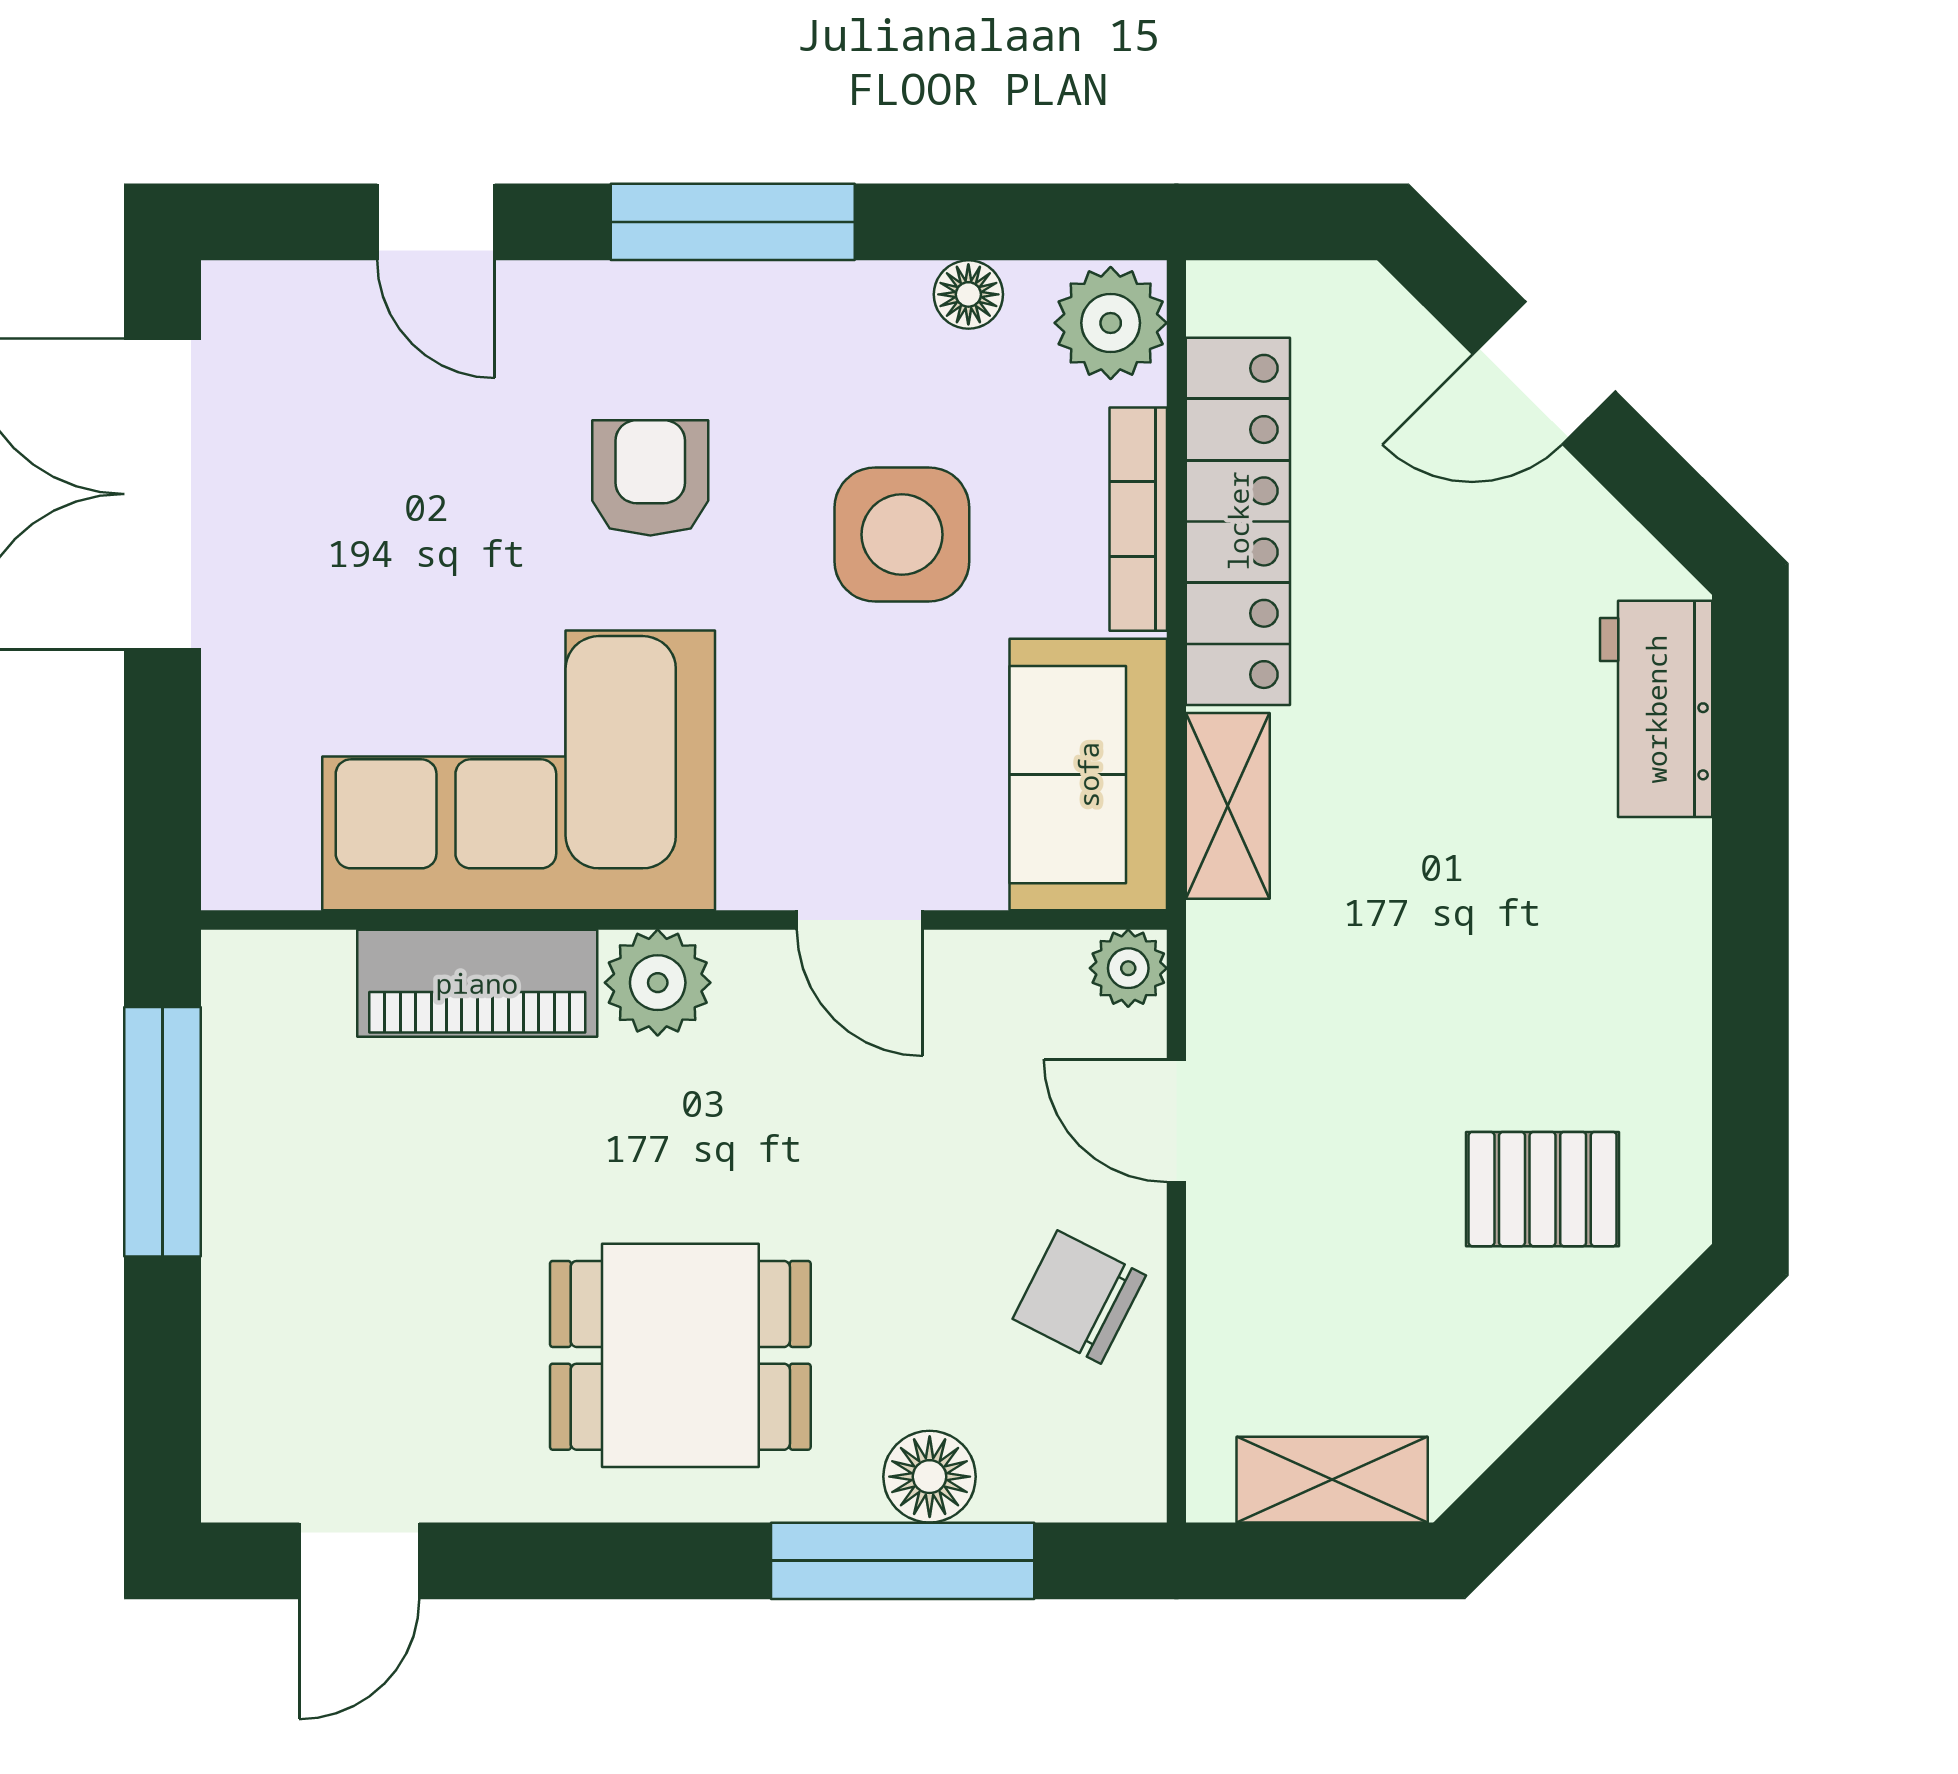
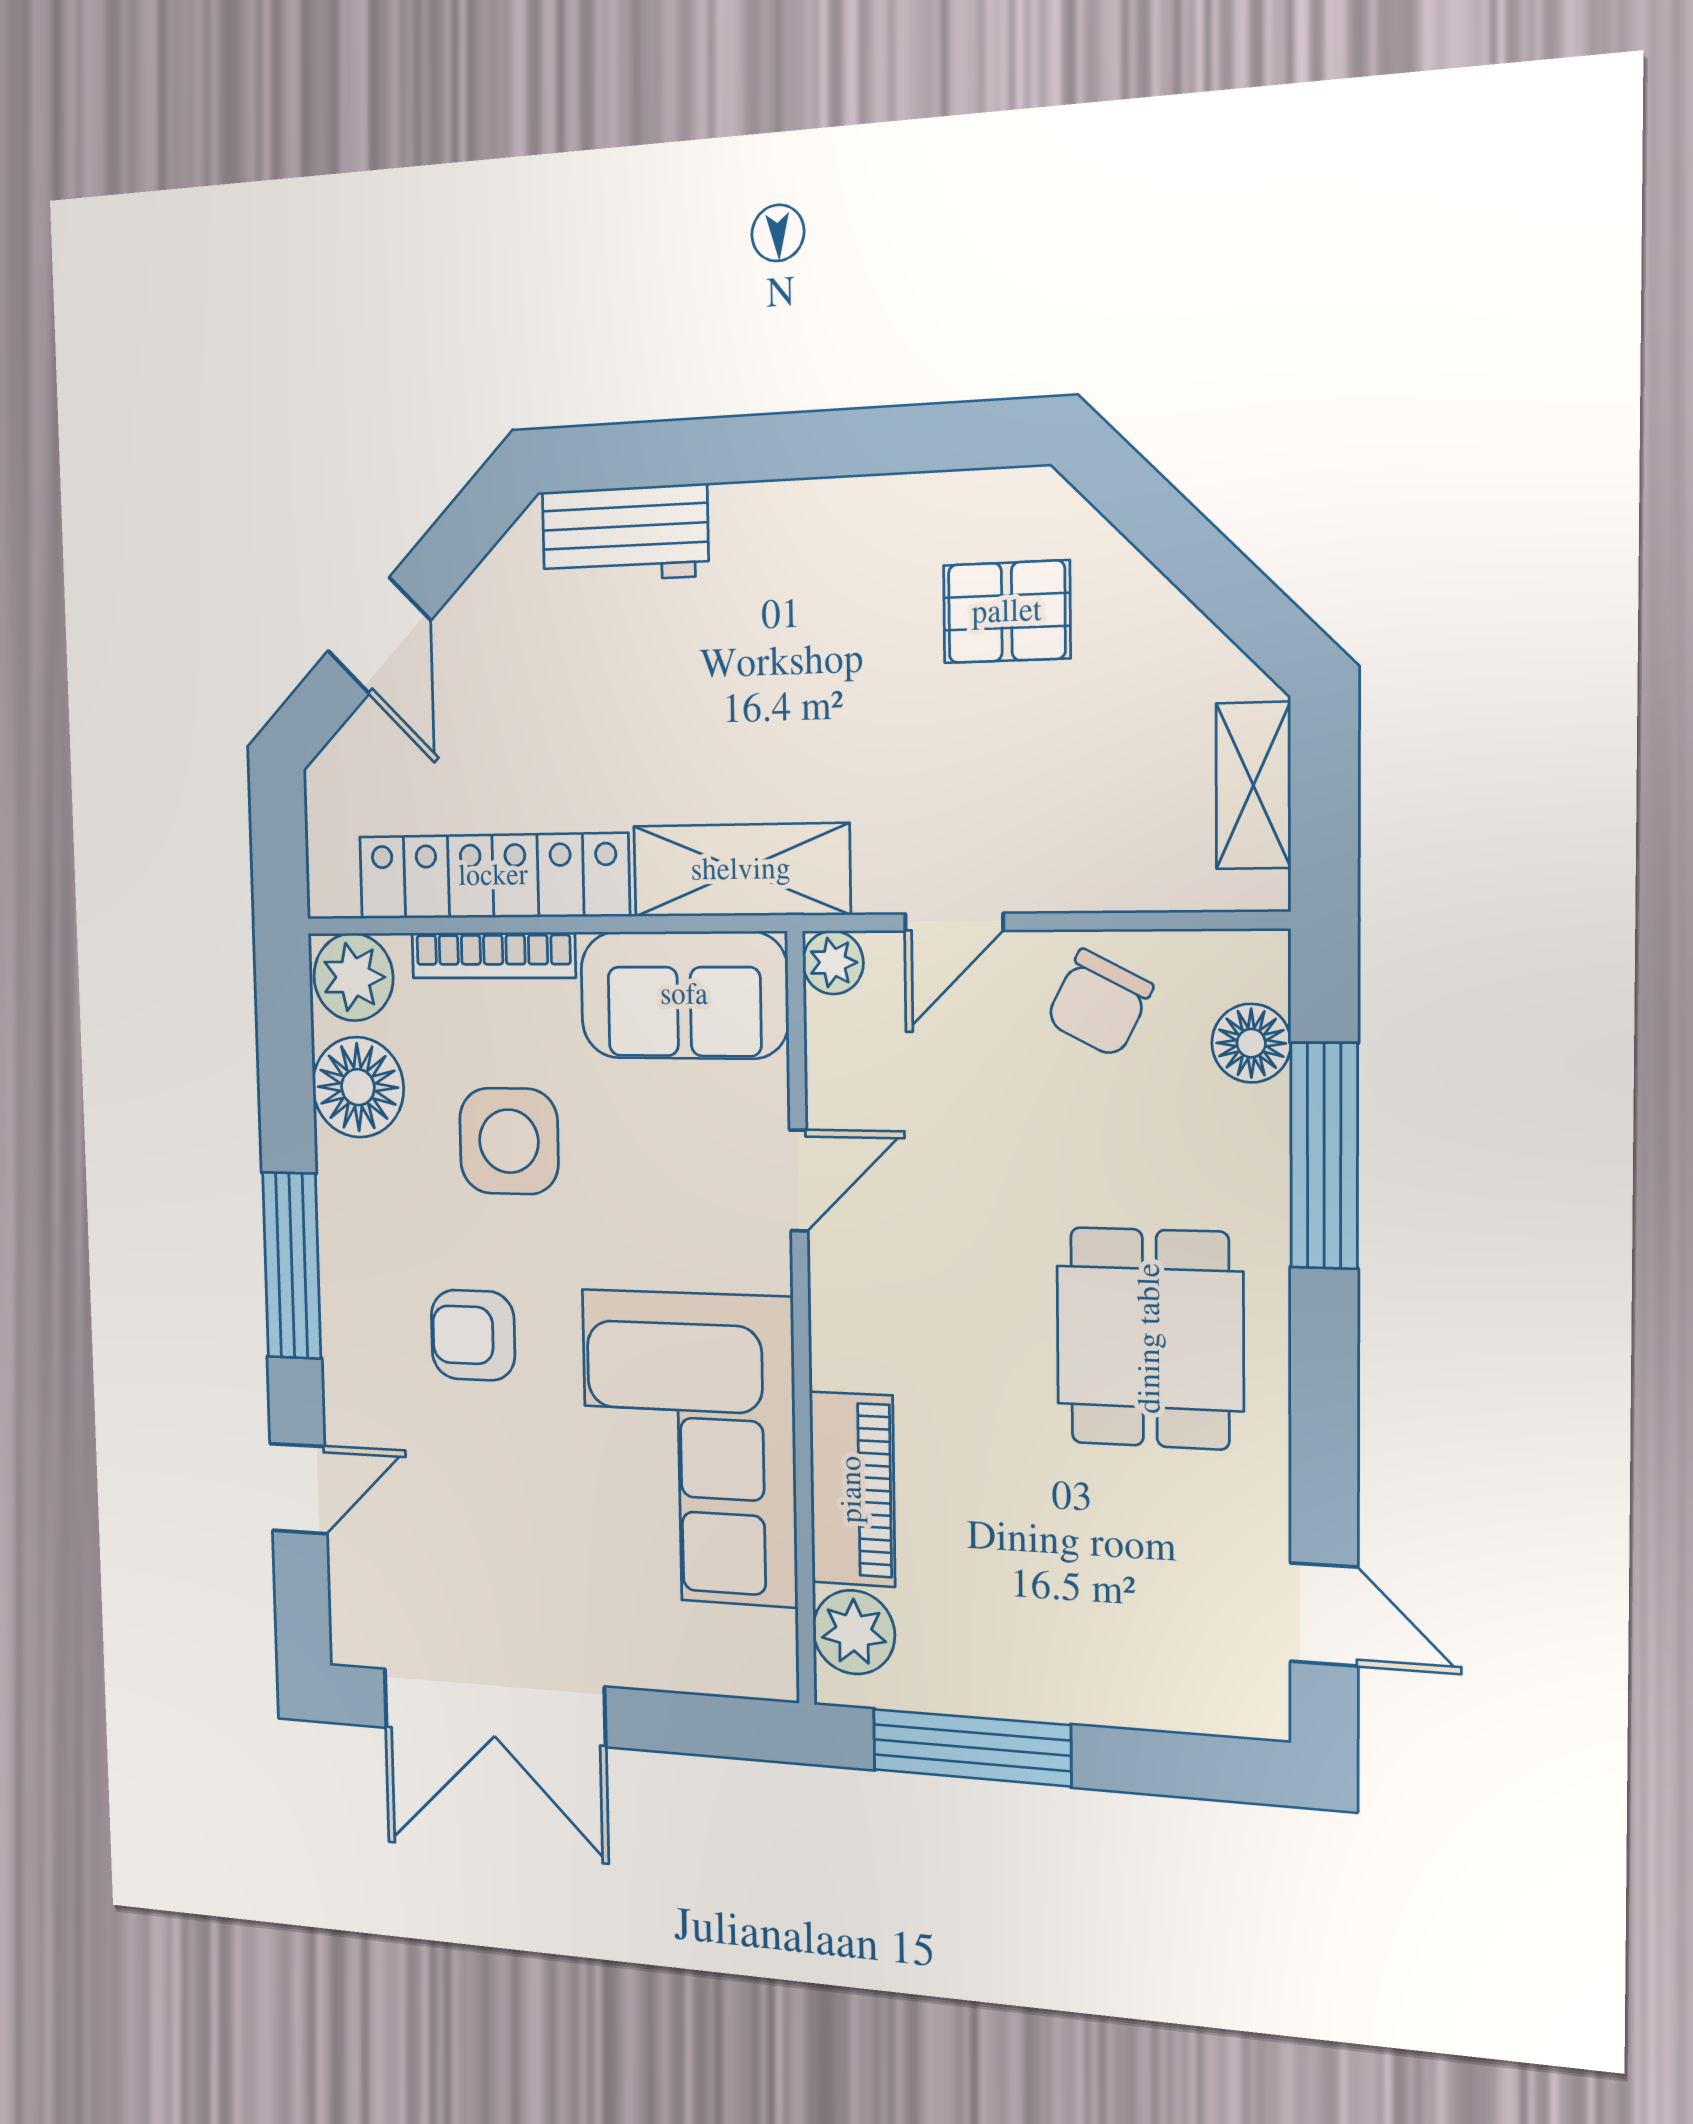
floor lamp: (968, 294) -> (358, 1087), width x1.89, depth x1.89
shelving: (1228, 806) -> (741, 870), width x1.50, depth x1.33
plant: (658, 983) -> (854, 1632), moved
pallet: (1543, 1189) -> (1007, 612), turned 90
floor lamp: (930, 1477) -> (1251, 1043), moved

